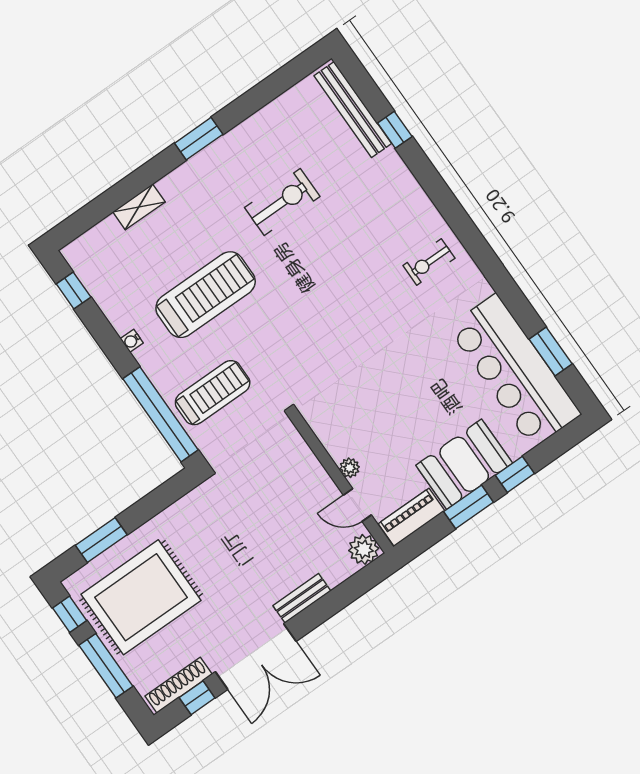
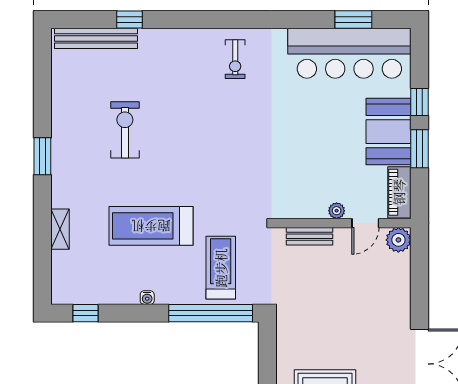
treadmill: (206, 295) -> (151, 226), turned -90
bench: (302, 598) -> (310, 236), moved, turned 90

